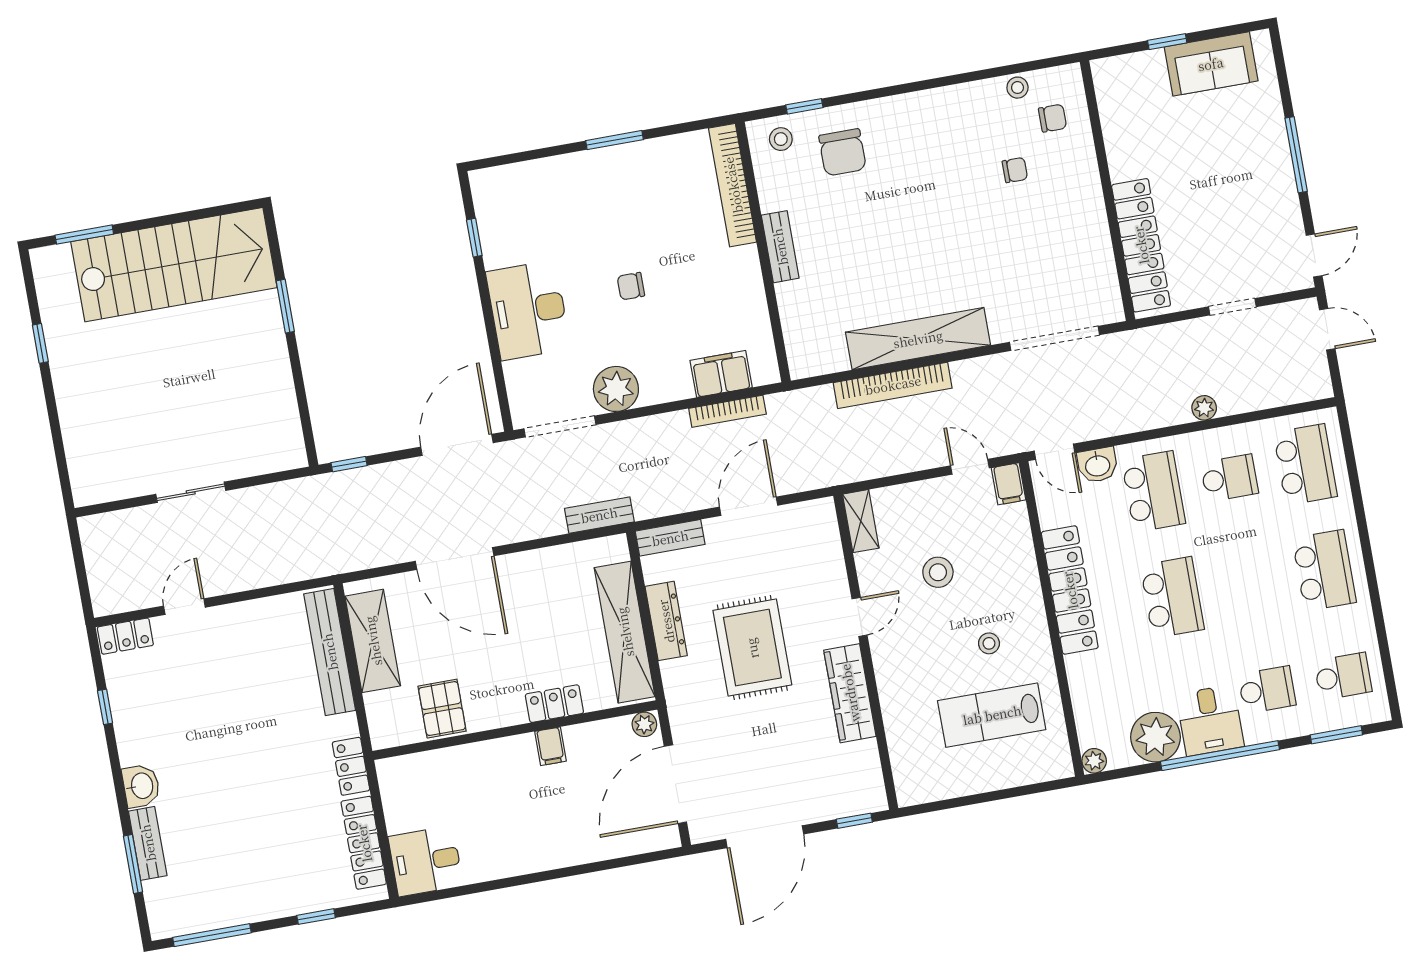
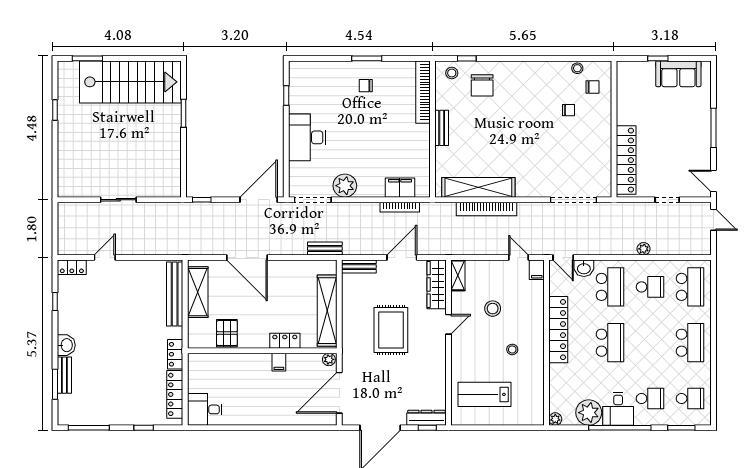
door: (1314, 256) -> (714, 181), swing flipped
chair: (631, 286) -> (366, 86), moved
shelving: (918, 339) -> (478, 187), moved
dresser: (666, 621) -> (427, 418), moved, turned -90
wardrobe: (850, 693) -> (437, 284), moved
lab bench: (992, 715) -> (484, 394), moved

